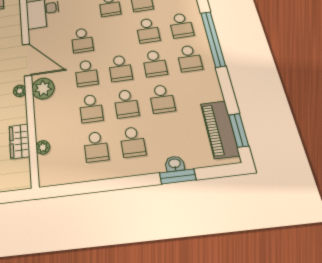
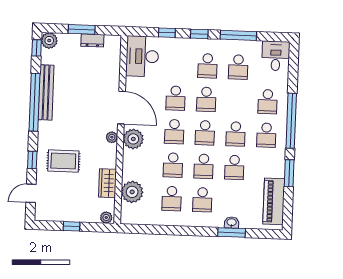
school desk: (148, 30) -> (206, 99), moved
window: (239, 130) -> (289, 173), moved
plant: (43, 147) -> (132, 192), width x1.88, depth x1.88
plant: (22, 182) -> (106, 217), added

